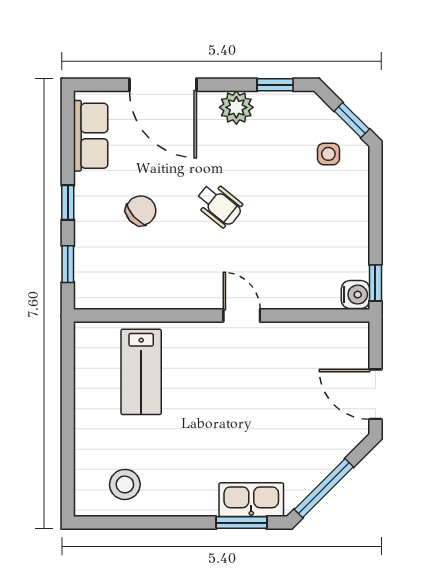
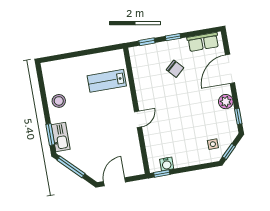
wheelchair: (219, 205) -> (183, 102), removed
water cooler: (355, 295) -> (167, 164), moved
stool: (125, 484) -> (59, 101), moved

